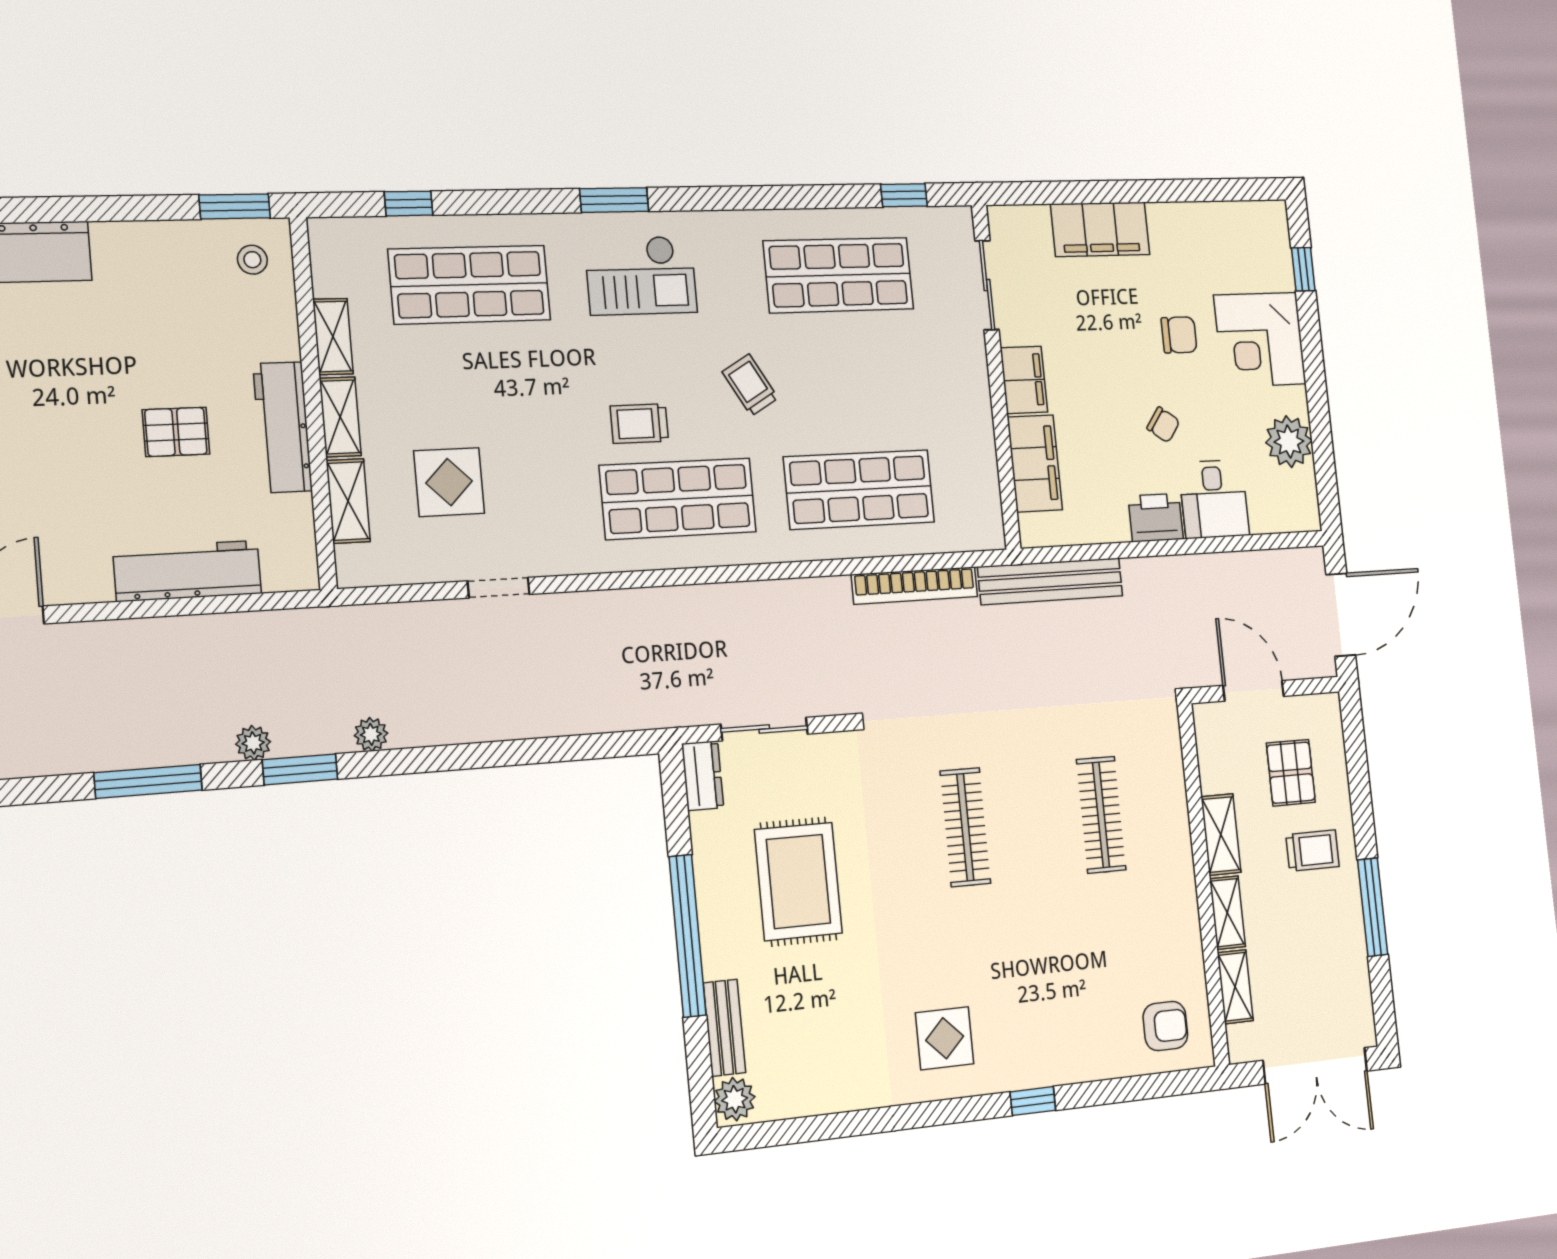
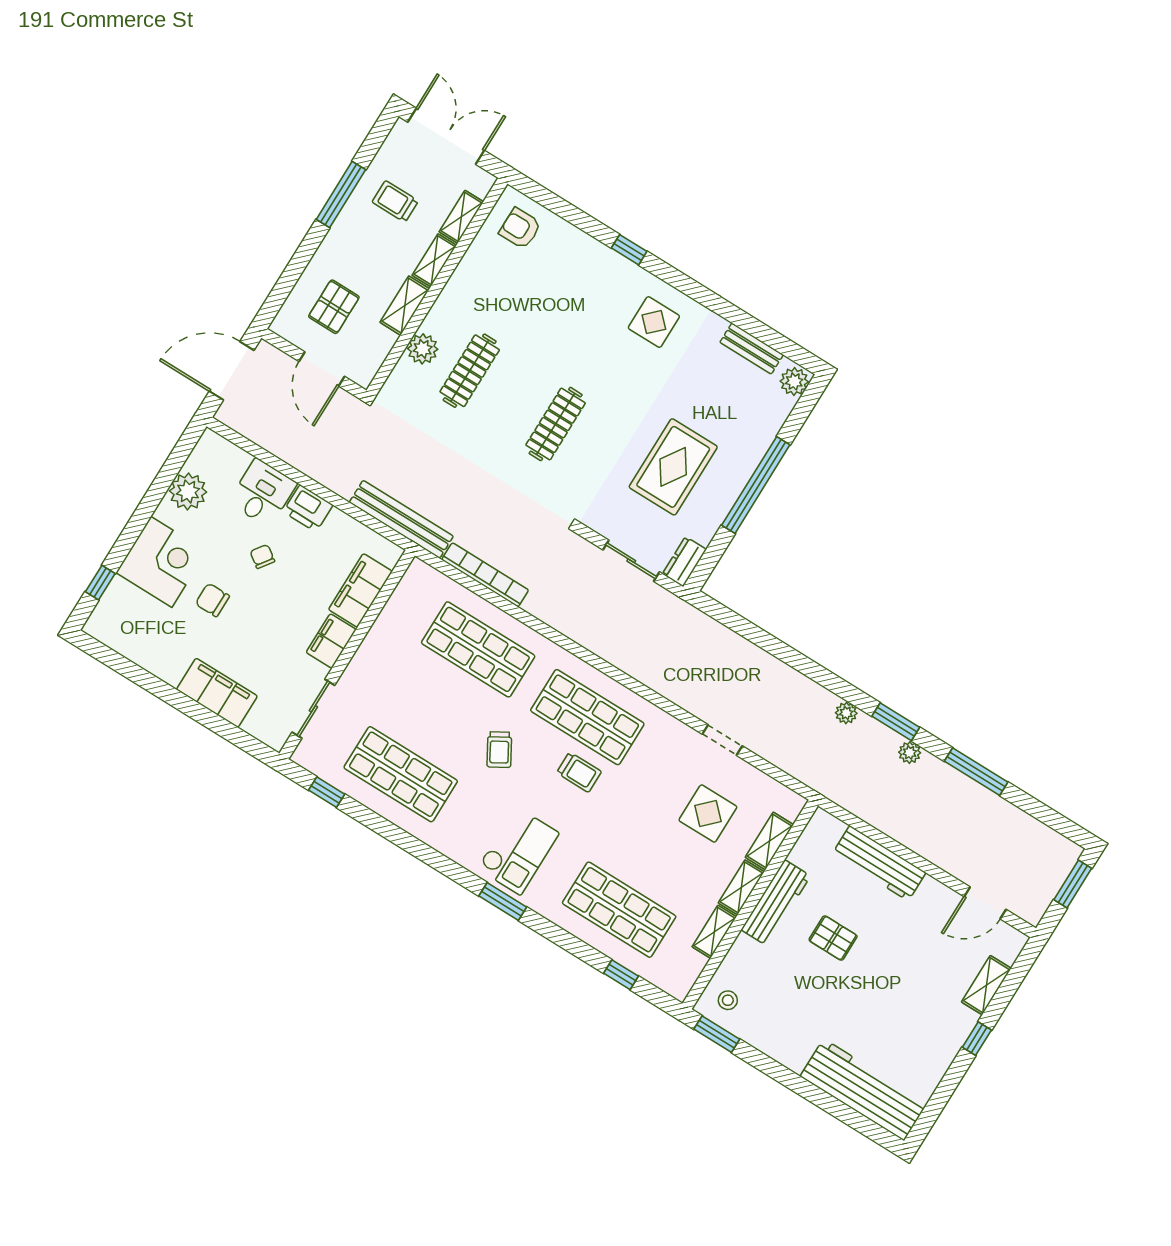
checkout: (641, 275) -> (518, 851), turned 90
plant: (1168, 800) -> (423, 349), added
trolley: (1312, 851) -> (395, 201), moved
bench: (724, 1028) -> (752, 349), moved, turned 90

